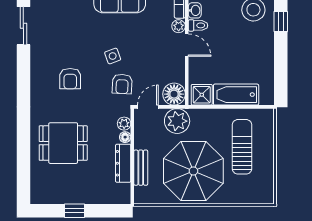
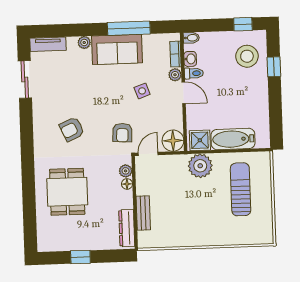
side table: (113, 56) -> (142, 91), moved
armchair: (70, 79) -> (72, 129), turned 66
plant: (177, 121) -> (200, 166), moved
dining table: (63, 143) -> (67, 192), turned 90
dresser: (123, 163) -> (127, 228), moved
parasol: (193, 171) -> (194, 214), removed

